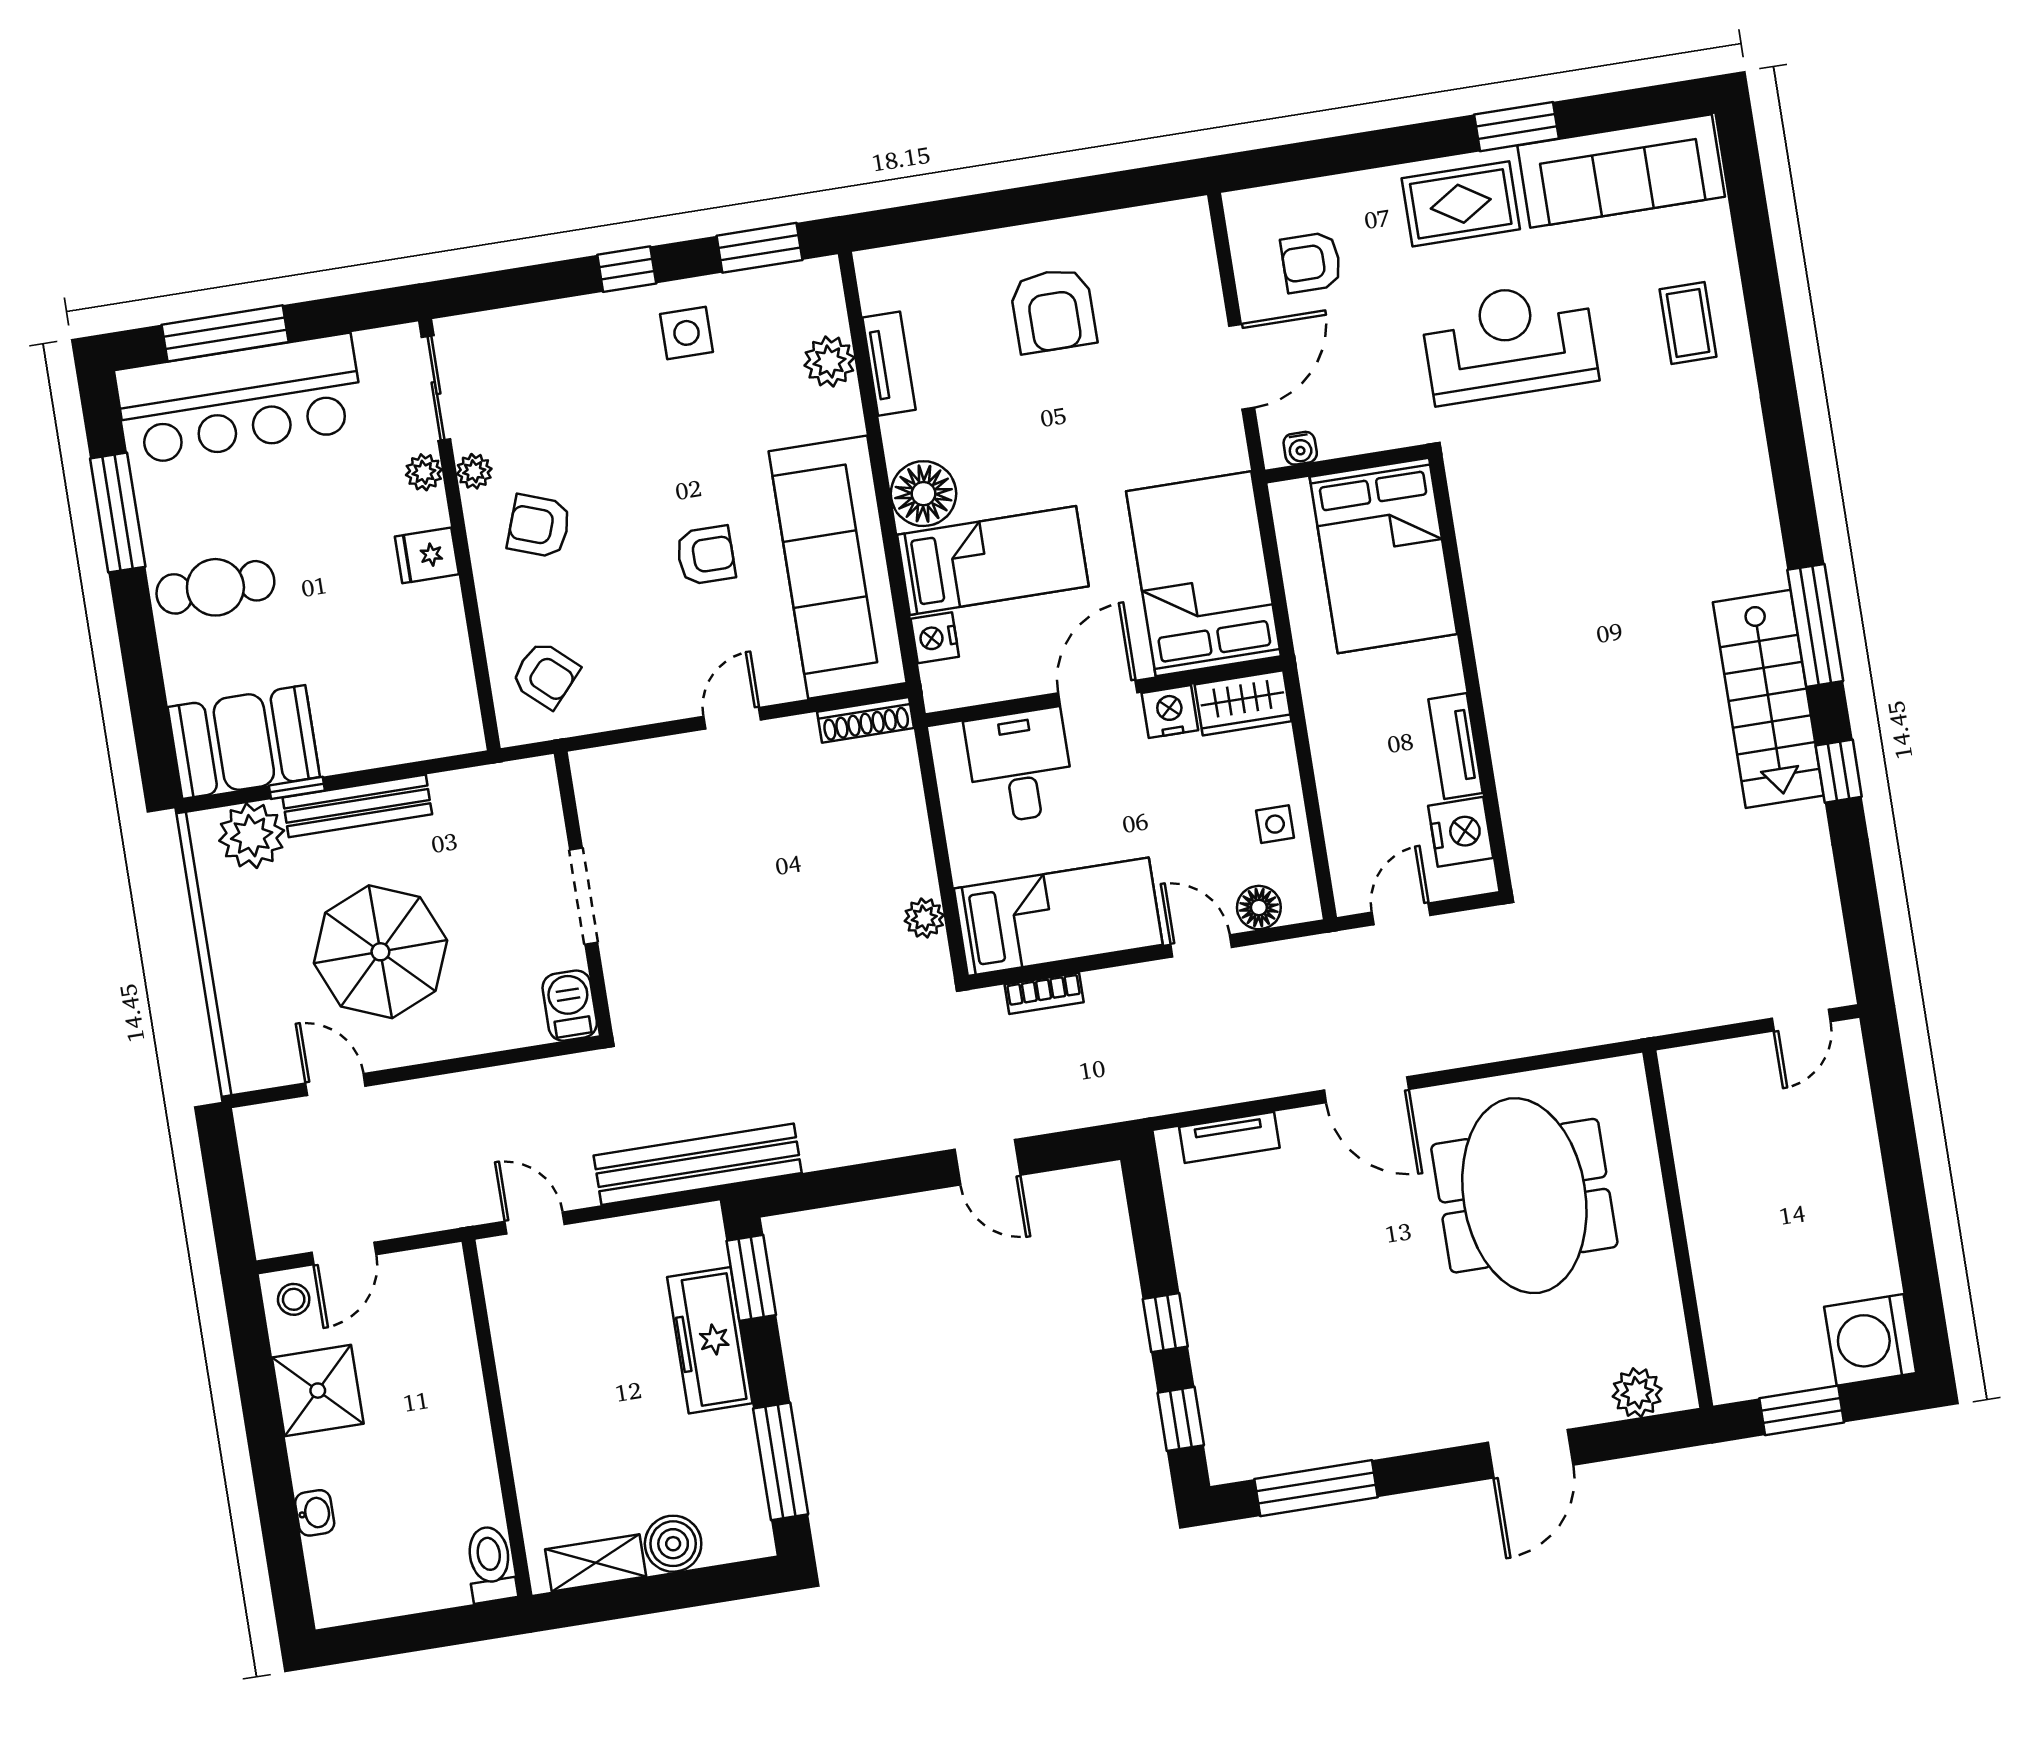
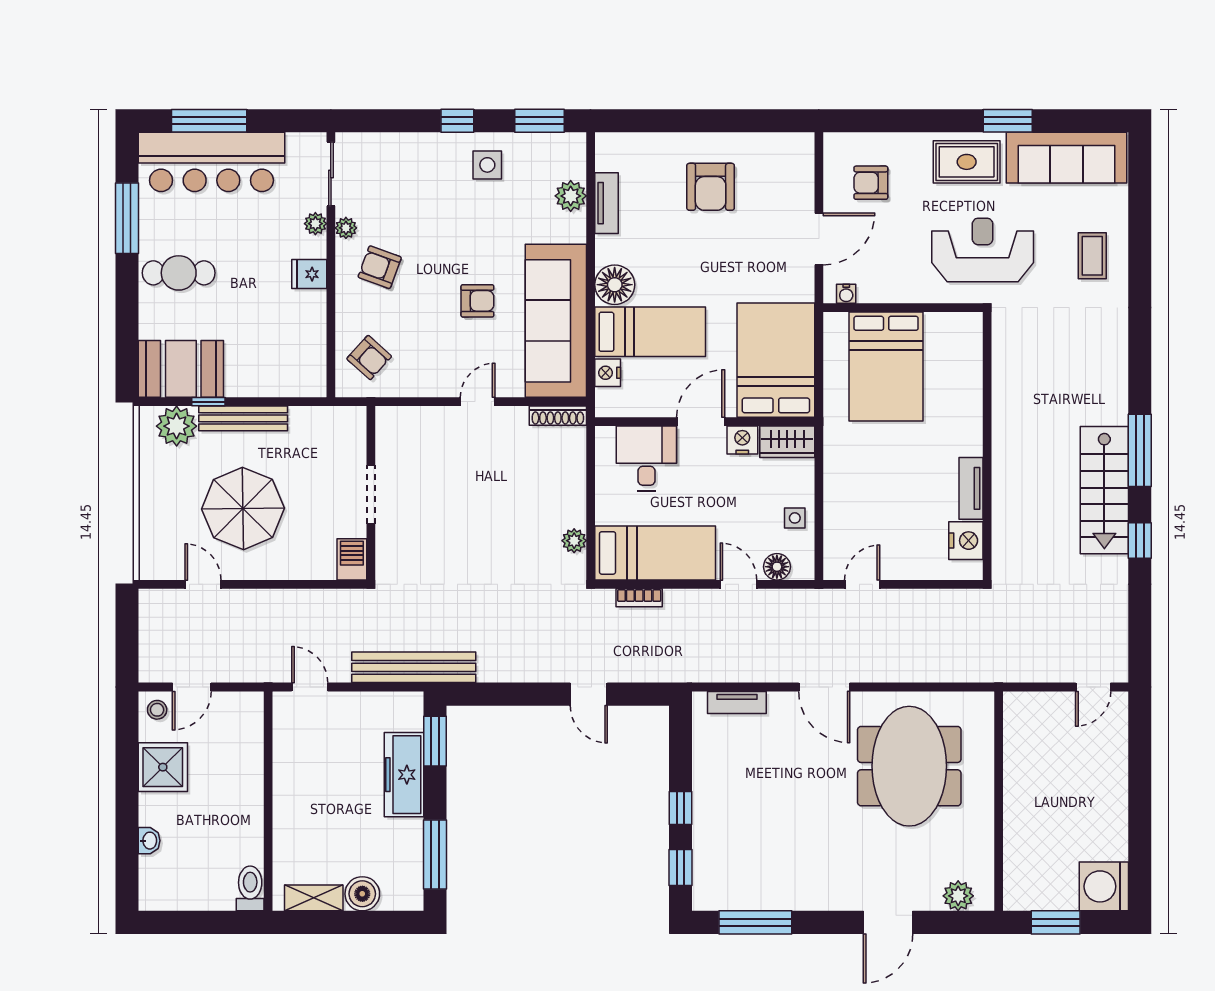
wall: (1471, 673) -> (987, 446), moved
tv unit: (1455, 746) -> (971, 488), moved
nightstand: (1461, 832) -> (966, 541), moved

